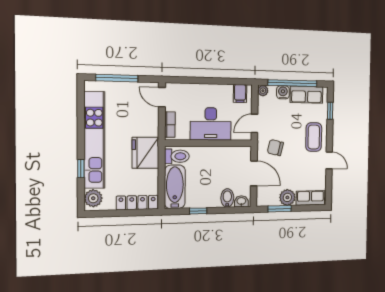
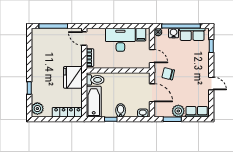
door: (254, 123) -> (152, 56), swing flipped
desk: (211, 124) -> (120, 40), moved, turned 180
coffee table: (314, 137) -> (198, 66), removed
kitchen unit: (94, 140) -> (38, 69), removed
bidet: (227, 198) -> (121, 110), moved

